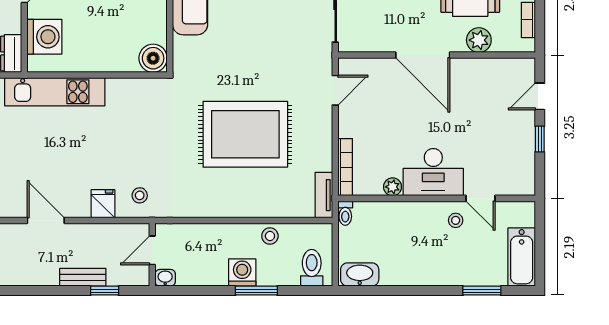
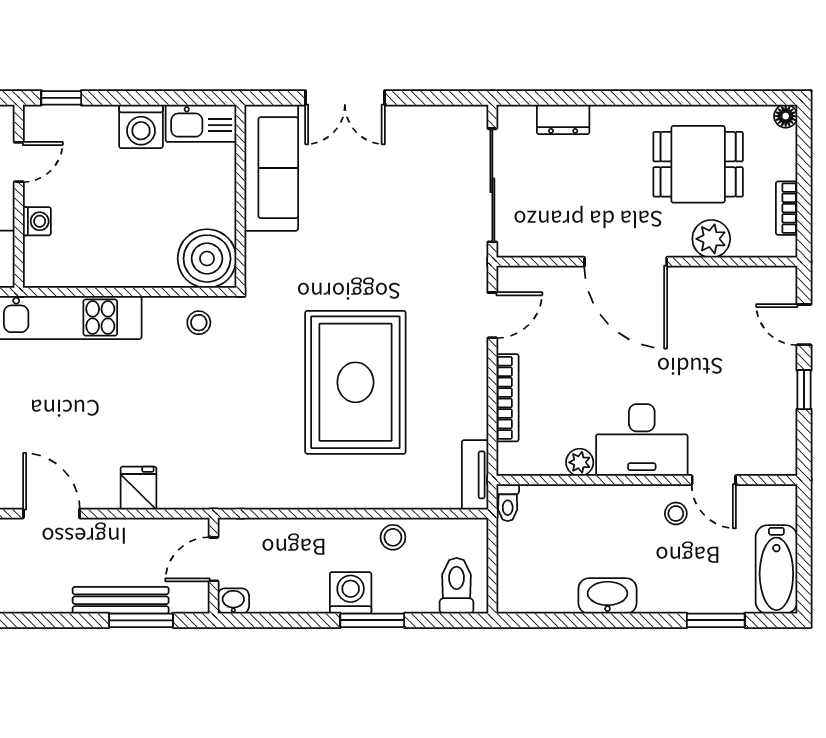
washing machine: (44, 37) -> (37, 221), width x0.53, depth x0.53
boiler: (153, 58) -> (207, 259), width x1.37, depth x1.37
door: (540, 96) -> (804, 325), hinge flipped
rug: (245, 134) -> (355, 382), turned 90
bookcase: (345, 167) -> (507, 398), moved
stool: (140, 195) -> (199, 323), moved
washbasin: (360, 274) -> (608, 596), moved
bench: (83, 277) -> (121, 600), width x1.36
window: (105, 291) -> (141, 620), width x1.50

